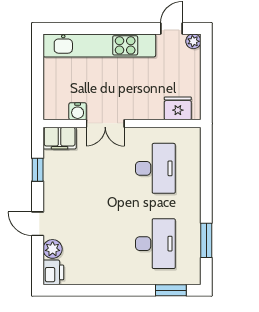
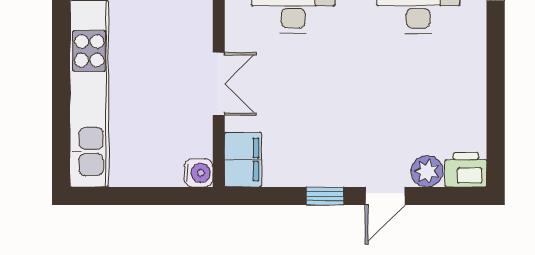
water cooler: (78, 111) -> (199, 173), moved
window: (38, 170) -> (325, 196), moved

